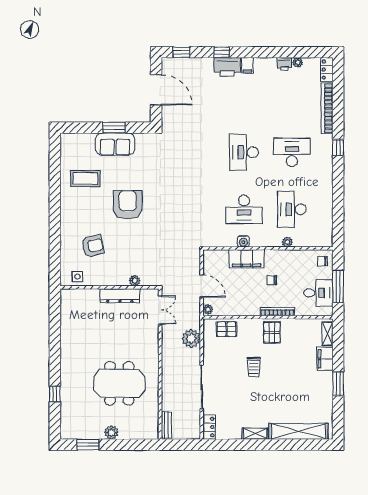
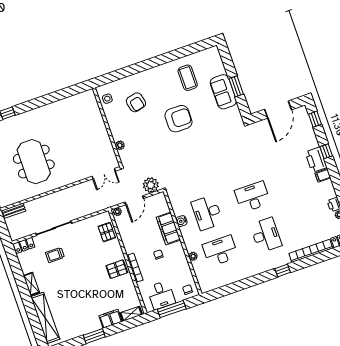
dresser: (120, 296) -> (104, 138), removed
plant: (191, 338) -> (151, 185), moved
trolley: (254, 367) -> (55, 255), moved

